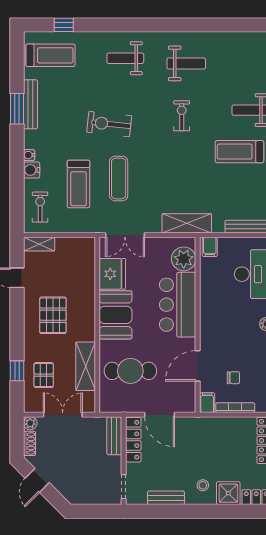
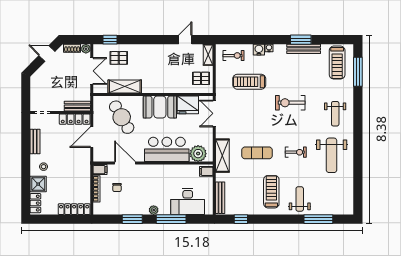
window: (64, 25) -> (358, 72), width x2.17
weight bench: (125, 58) -> (335, 114), turned 180
weight bench: (186, 63) -> (332, 155), width x1.36, depth x1.33
exercise bike: (109, 124) -> (290, 103), turned -96
exercise mat: (119, 179) -> (257, 153), moved
pallet: (53, 315) -> (201, 78), moved, width x0.67, depth x0.71
window: (17, 371) -> (110, 40), moved
cafe table: (130, 371) -> (122, 117), turned -30

